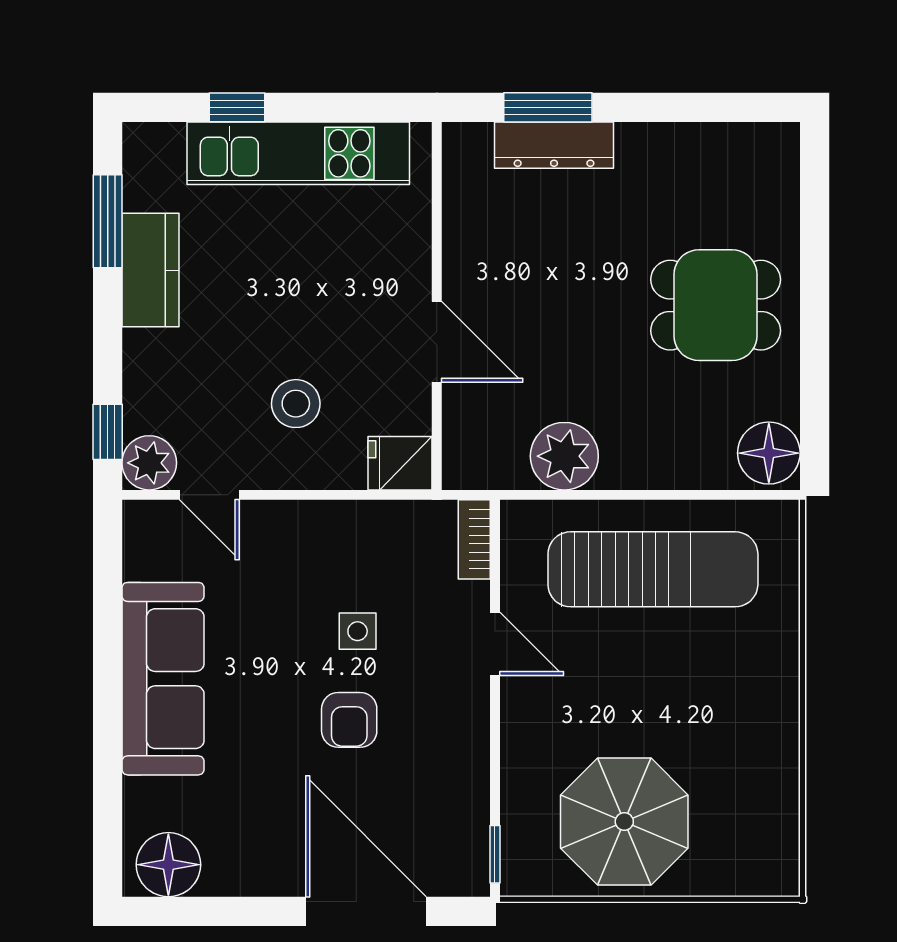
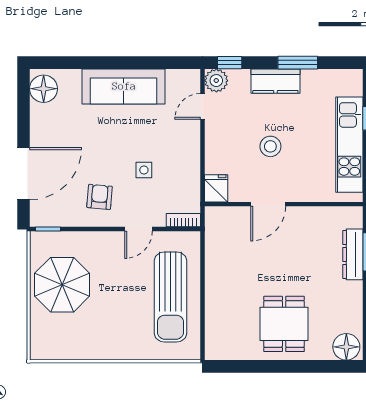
window: (108, 221) -> (298, 63), moved
kitchen counter: (151, 270) -> (275, 81), moved
stool: (296, 404) -> (270, 146), moved
floor lamp: (769, 453) -> (346, 347), moved
plant: (564, 456) -> (219, 259), removed
armchair: (349, 720) -> (100, 197), moved, turned 95

